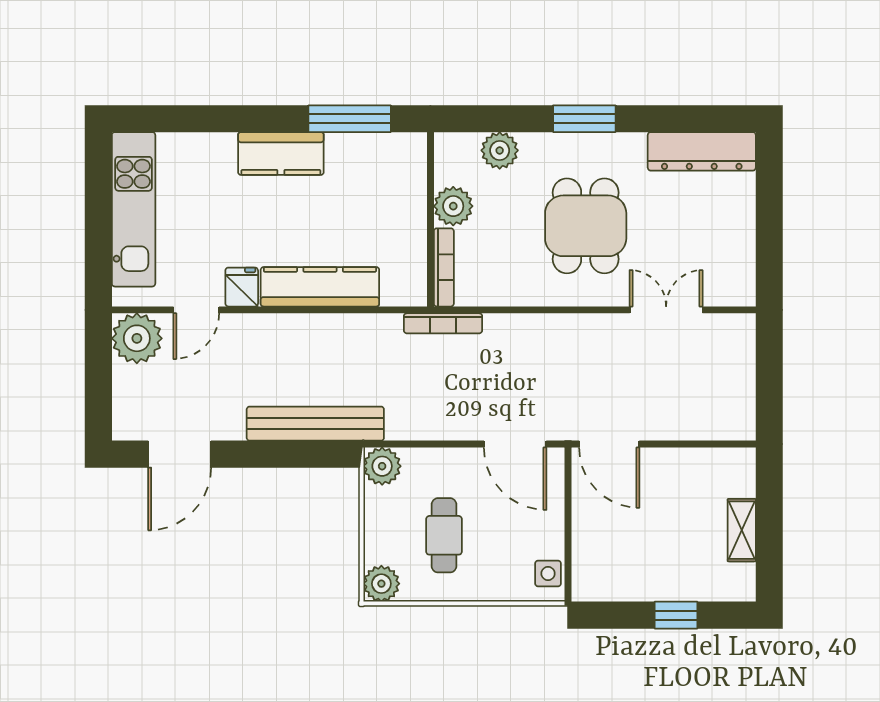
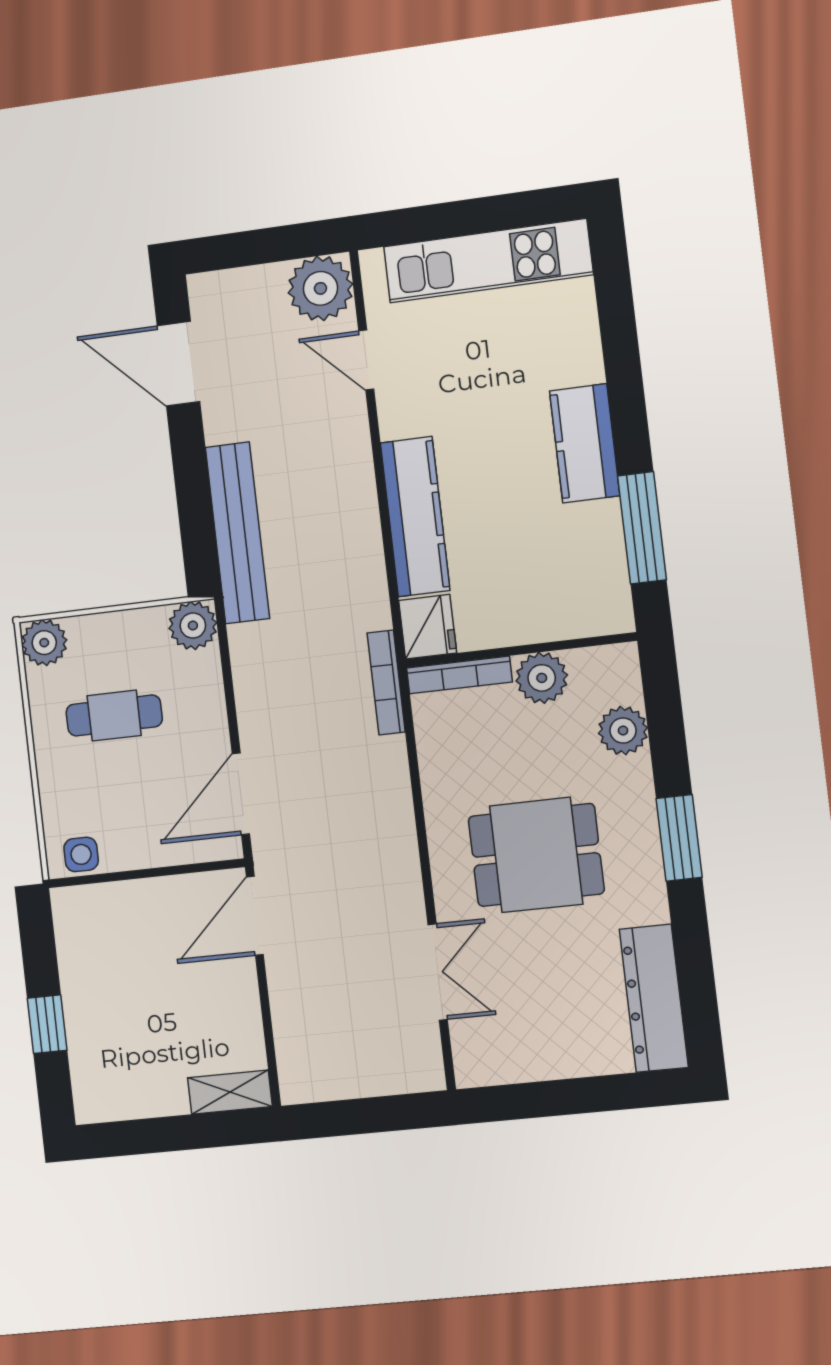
fridge: (242, 287) -> (428, 627), moved, width x1.38
shelving: (742, 530) -> (230, 1092), moved

